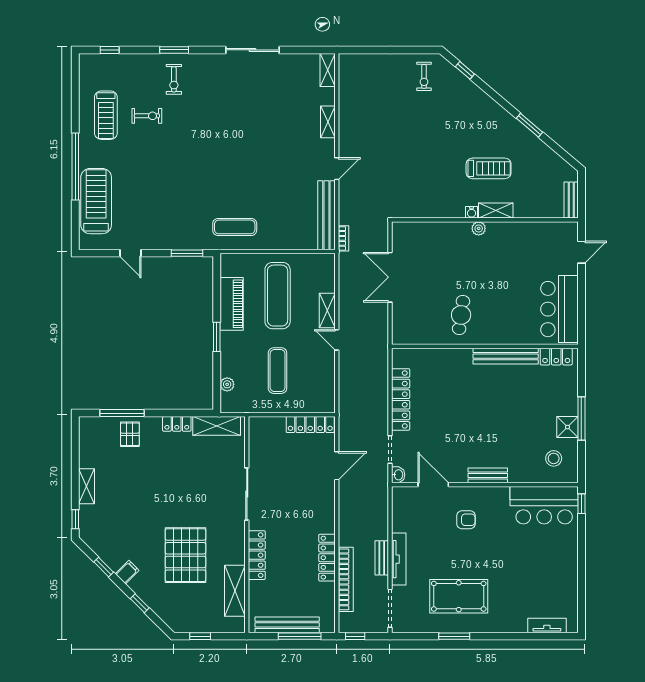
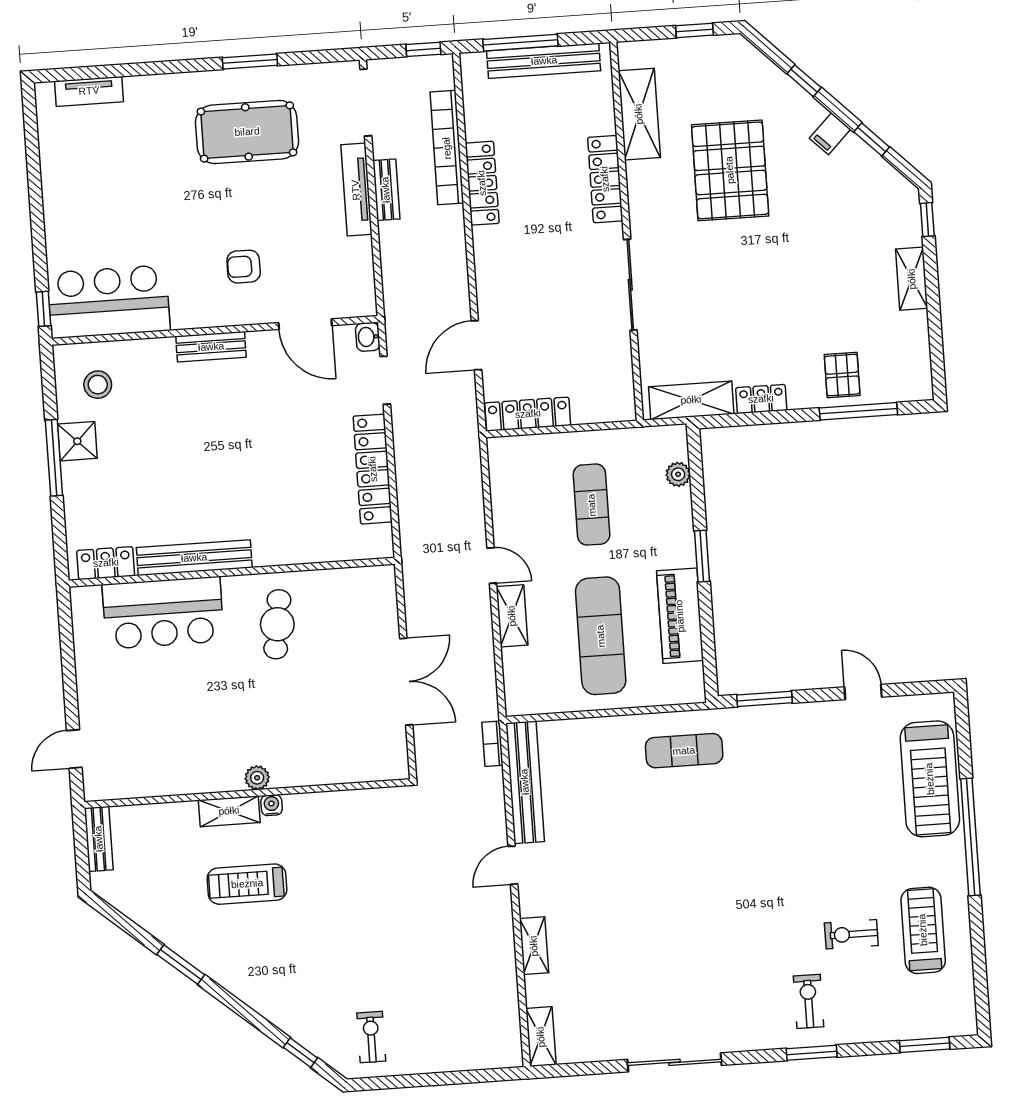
window: (110, 50) -> (925, 1045), width x1.50
bar counter: (559, 309) -> (163, 613), moved, turned 90

